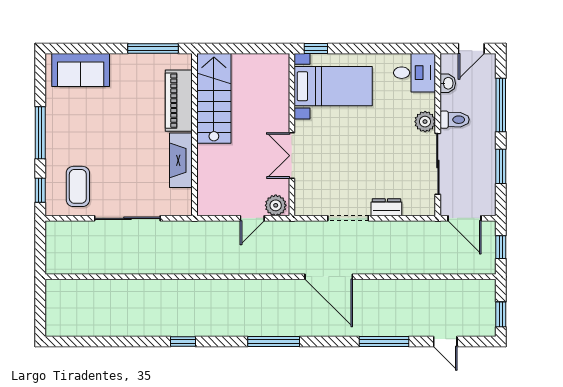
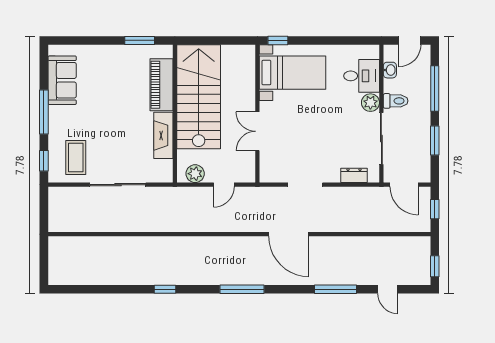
window: (153, 48) -> (140, 40), width x0.69
sofa: (81, 70) -> (62, 80), moved, turned -90
desk: (415, 73) -> (362, 76), moved
stairs: (214, 98) -> (199, 97), width x1.36, depth x1.51
plant: (276, 205) -> (195, 174), moved
dresser: (386, 207) -> (354, 175), moved

